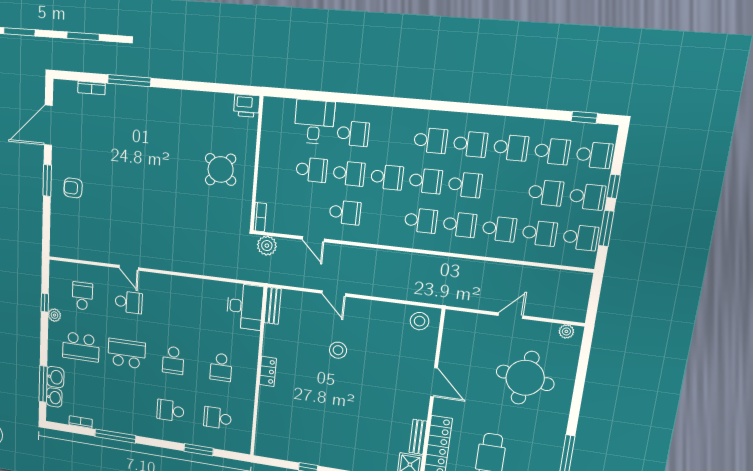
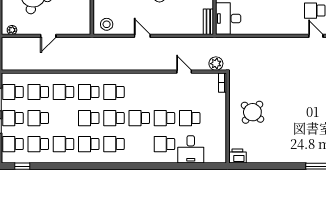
school desk: (345, 212) -> (164, 92), removed
door: (334, 293) -> (142, 36), moved

